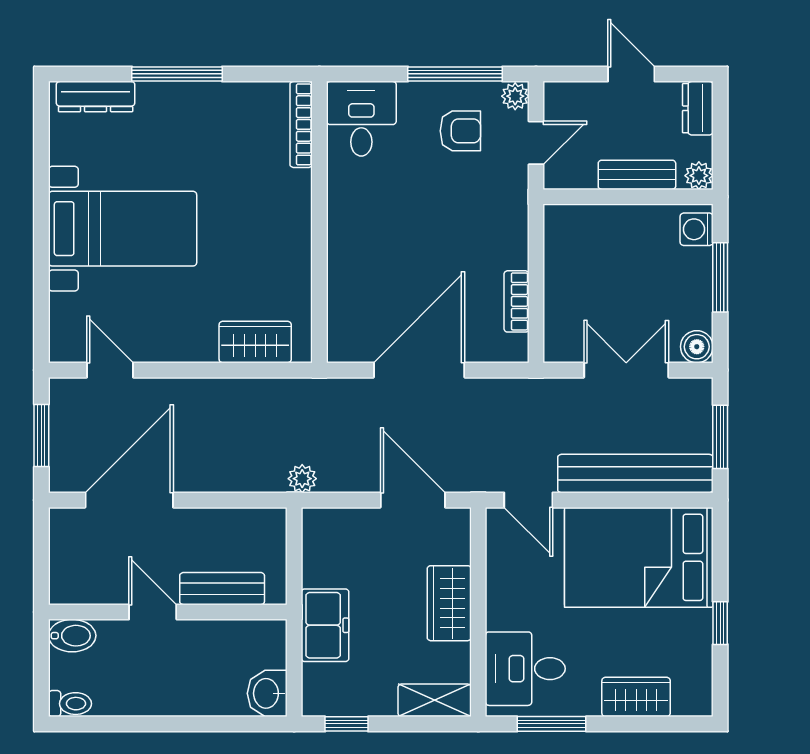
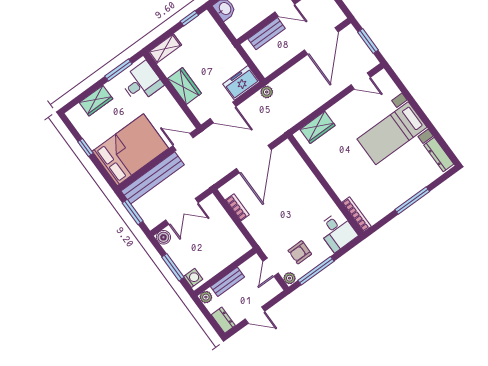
dresser: (96, 97) -> (439, 155), moved, turned -90
freezer: (325, 625) -> (241, 83), moved, turned 90

